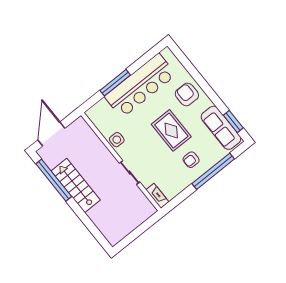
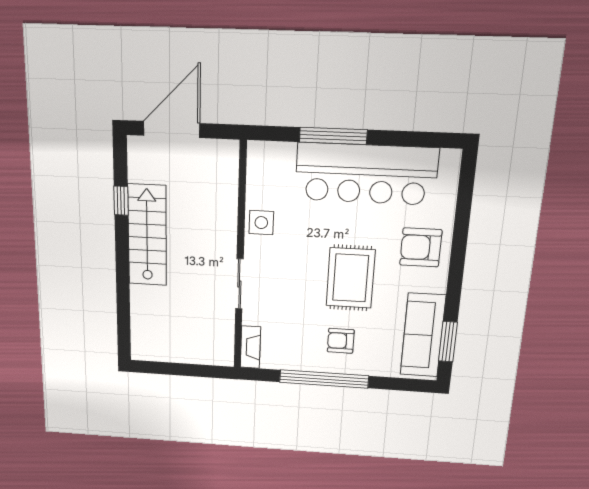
armchair: (187, 95) -> (421, 247), turned -90
window: (213, 171) -> (324, 379), moved
window: (54, 180) -> (121, 201), width x0.32

